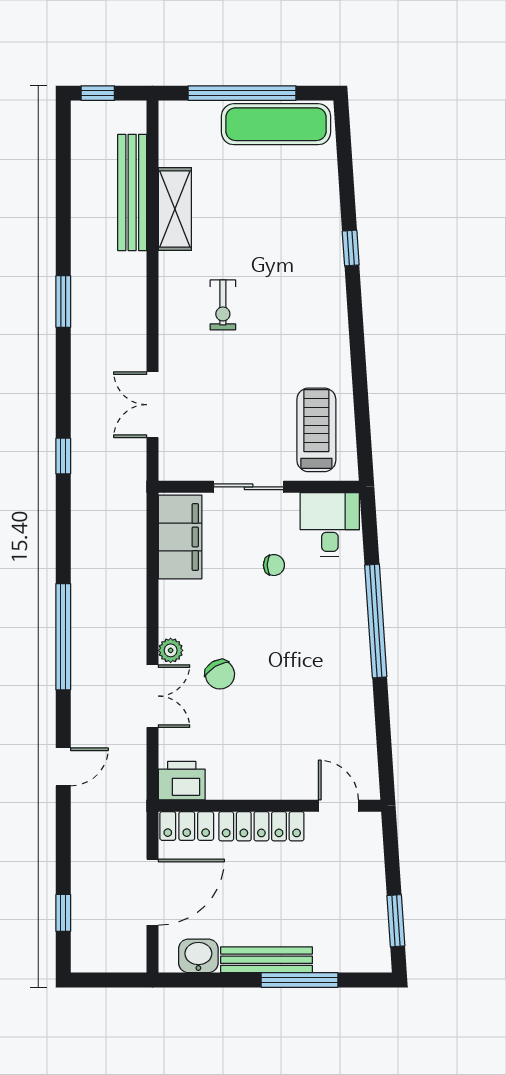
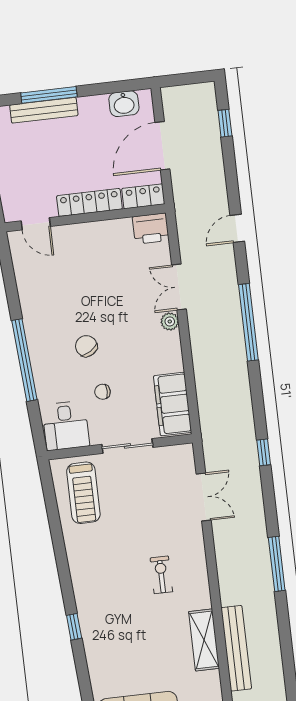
window: (63, 301) -> (277, 564), width x1.44
chair: (220, 674) -> (86, 346), moved
bench: (267, 960) -> (44, 110), moved

